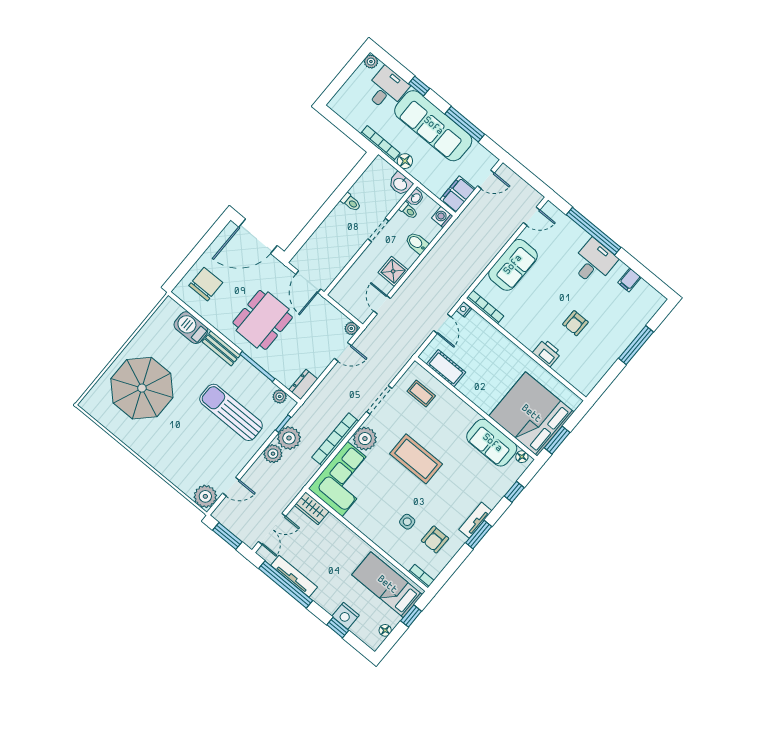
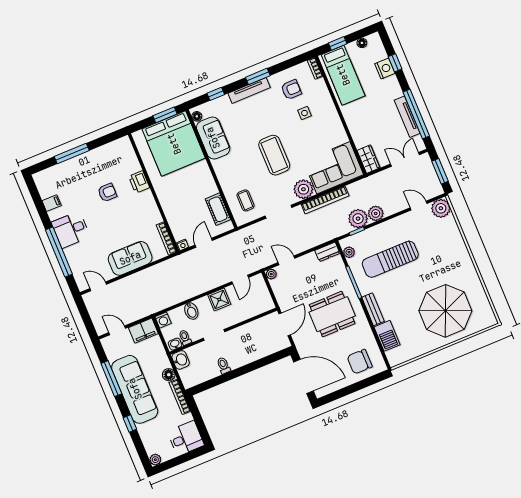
desk: (386, 89) -> (186, 438), moved, turned 180
sun lounger: (231, 412) -> (390, 259), turned 90
tv unit: (475, 520) -> (249, 90), width x1.41

